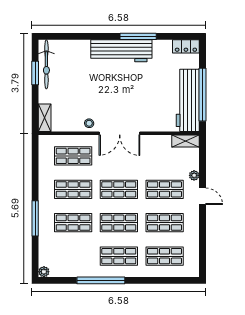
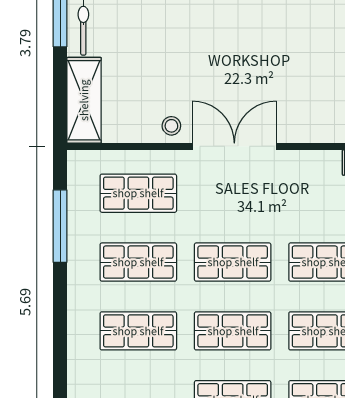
shelving: (45, 118) -> (84, 100), width x1.50, depth x1.33
double door: (120, 133) -> (234, 146), swing flipped
window: (35, 218) -> (60, 226), moved

